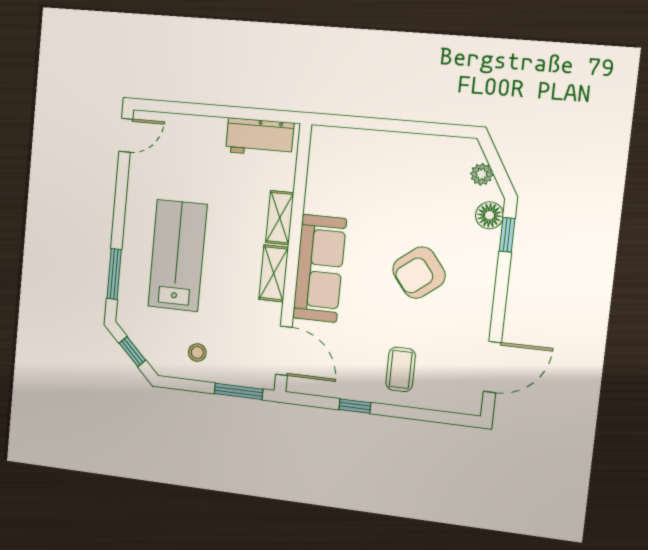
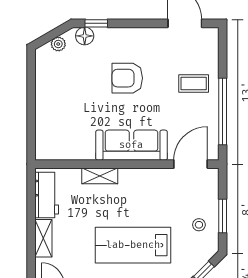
shelving: (274, 273) -> (43, 238), moved, turned 90
armchair: (419, 273) -> (127, 78), turned 128
window: (238, 391) -> (223, 216), moved
window: (355, 406) -> (223, 112), width x3.17

